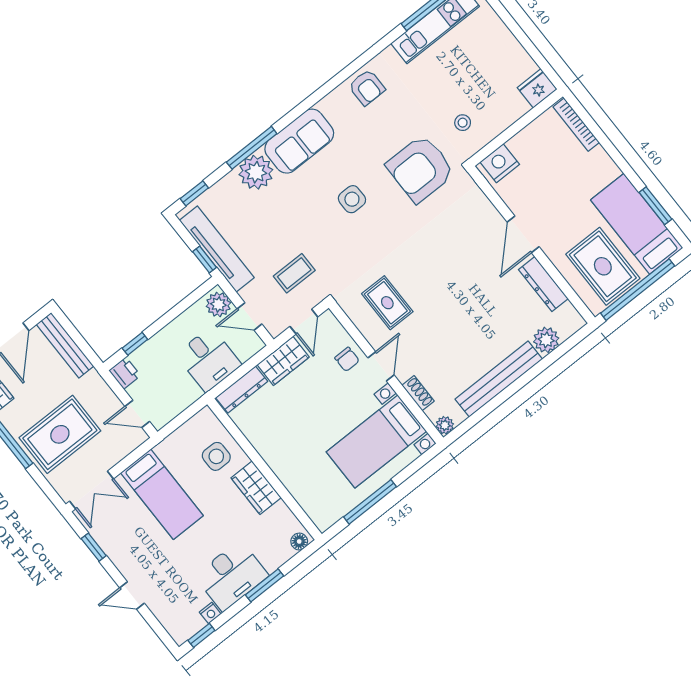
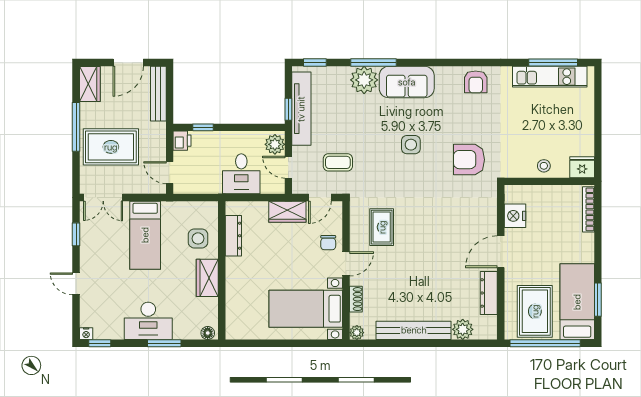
stool: (463, 123) -> (544, 166), moved
nightstand: (500, 163) -> (515, 216), moved, turned -90
armchair: (420, 169) -> (469, 160), width x0.73, depth x0.73
dresser: (242, 389) -> (233, 236), moved, turned -90
window: (370, 502) -> (272, 343), removed
nightstand: (210, 613) -> (86, 334), moved

